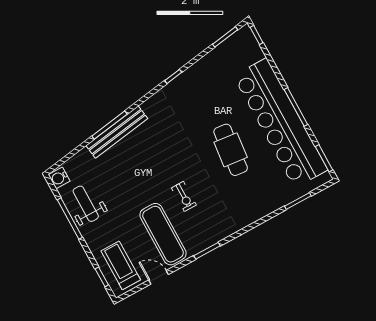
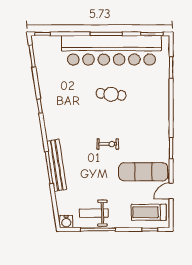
cafe table: (231, 150) -> (111, 94), width x0.73, depth x0.74
exercise bike: (184, 196) -> (108, 144), moved

